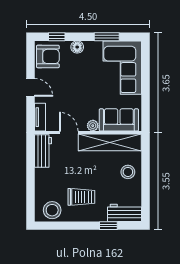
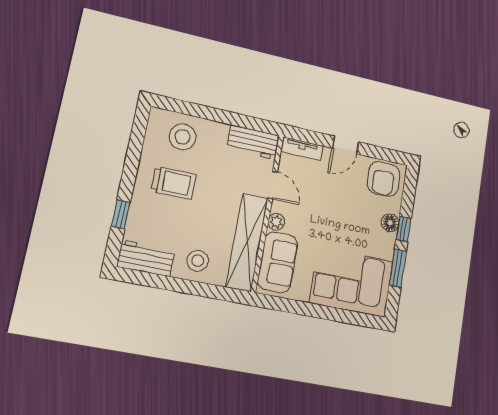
window: (57, 37) -> (404, 229), moved
door: (69, 133) -> (273, 185), hinge flipped
trolley: (81, 197) -> (174, 183), turned -90
stool: (52, 210) -> (182, 137), moved
workbench: (125, 213) -> (146, 258), moved, turned -90

